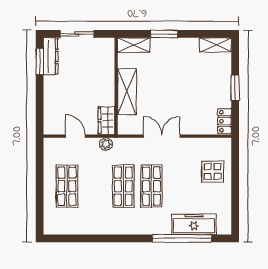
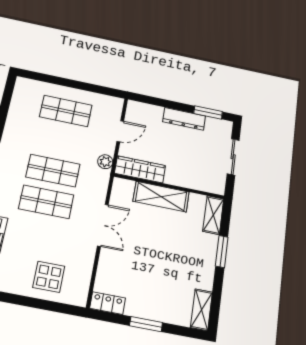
dresser: (51, 56) -> (184, 119), moved
wardrobe: (106, 121) -> (140, 169), width x1.50

